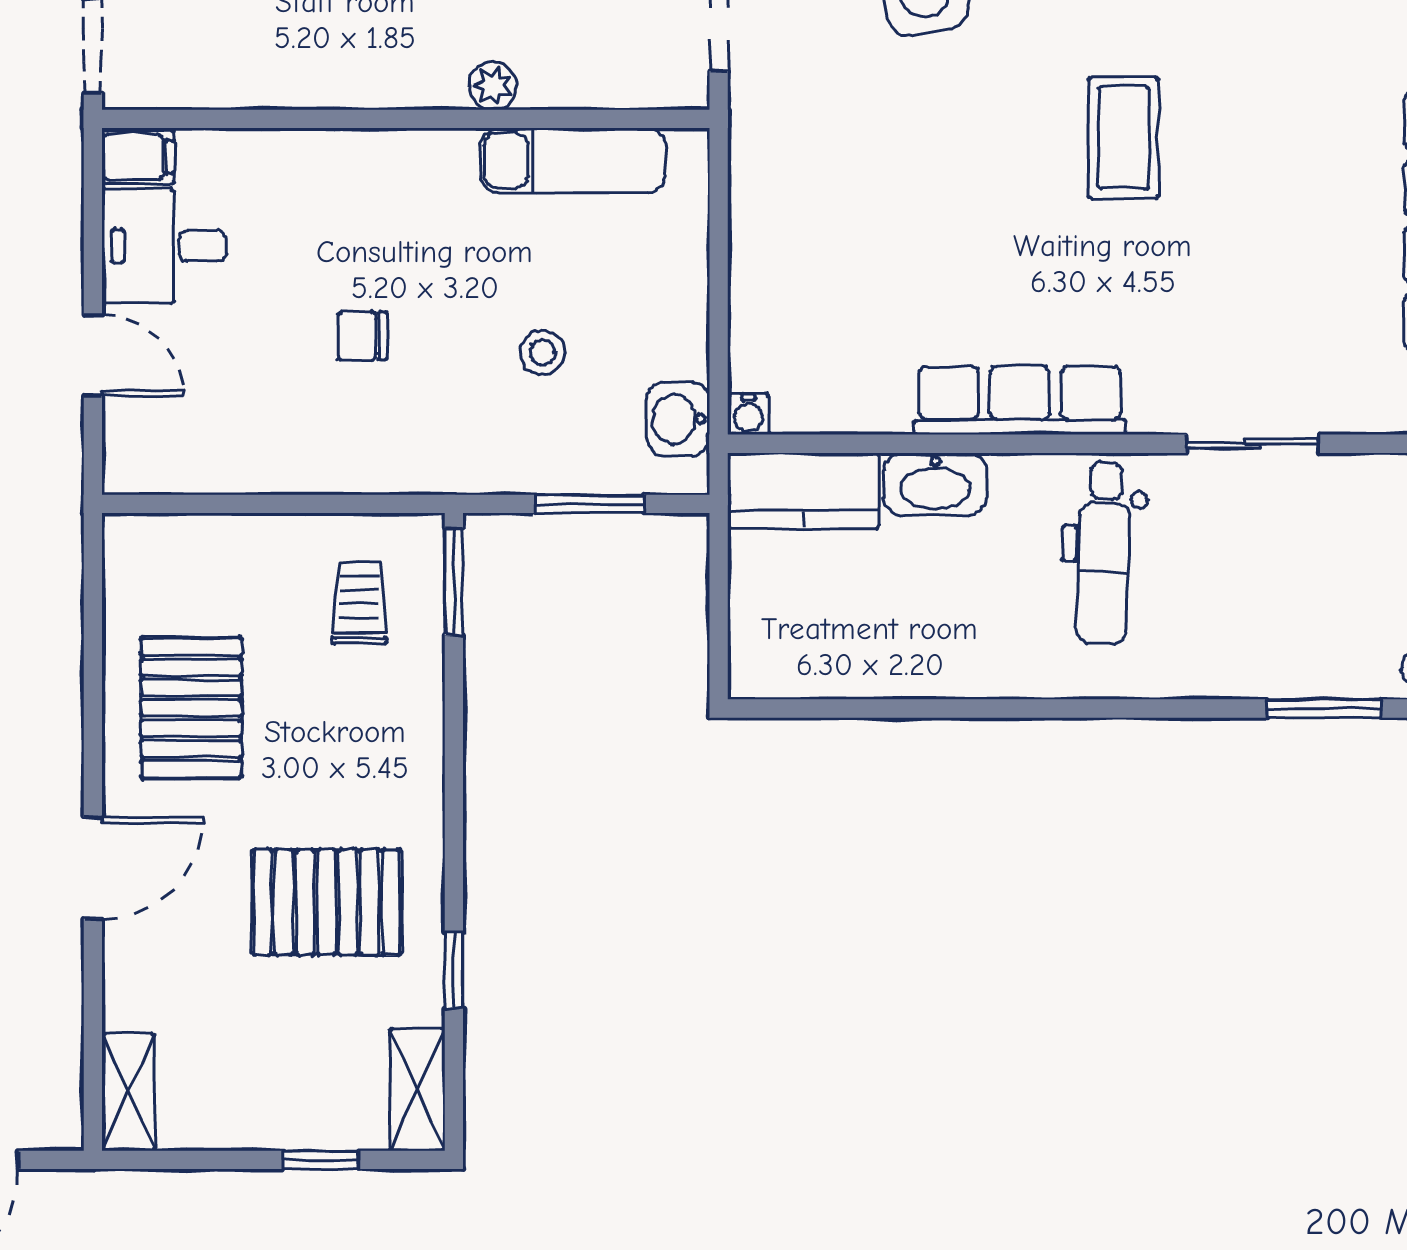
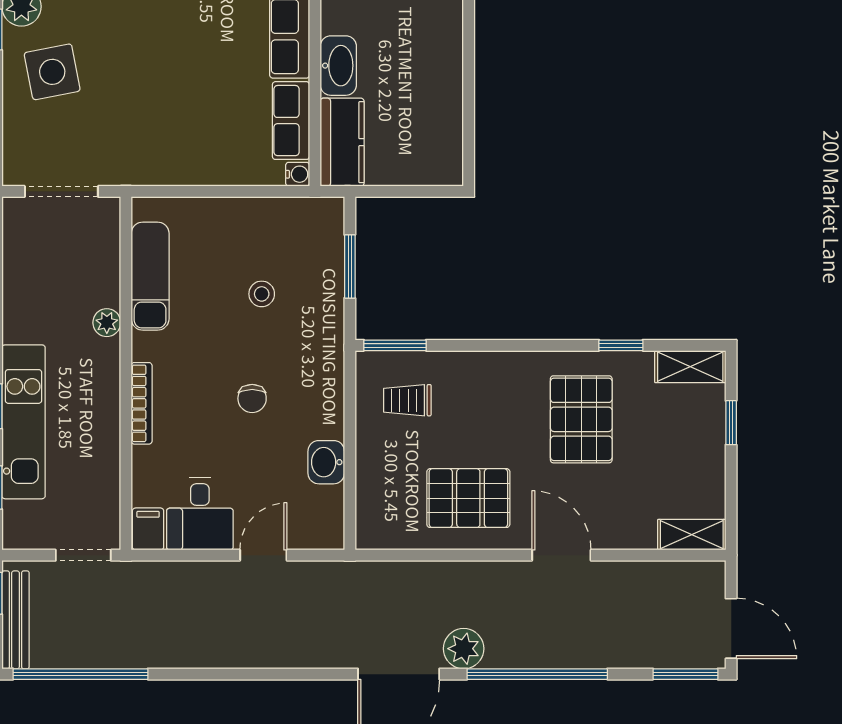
bookcase: (354, 146) -> (142, 403), added
row of seats: (841, 403) -> (291, 121), added
washbasin: (678, 419) -> (326, 462), moved, turned 90

